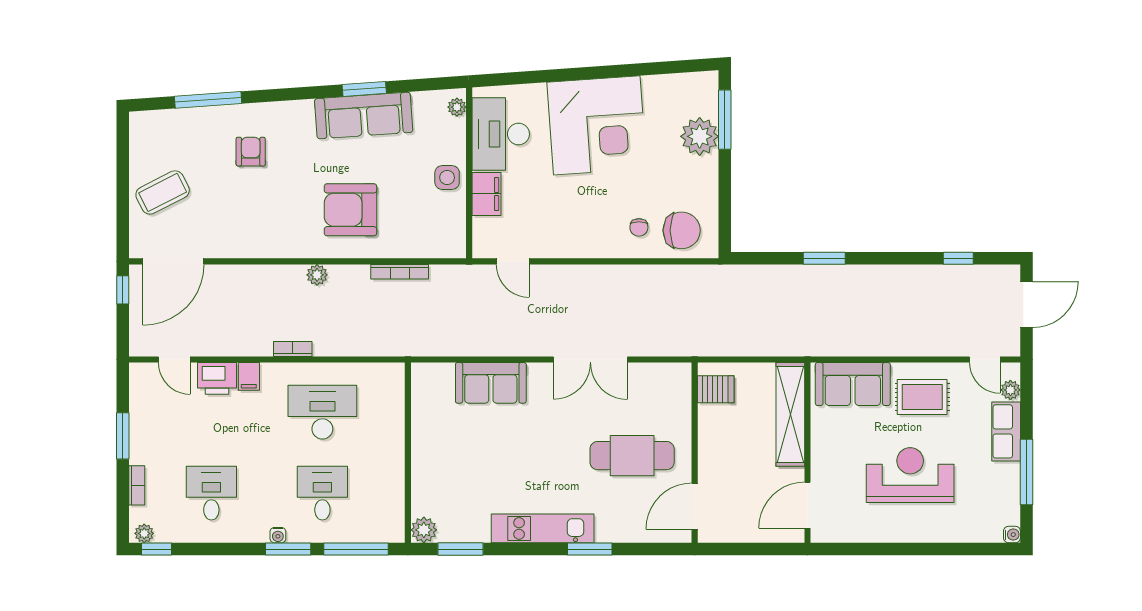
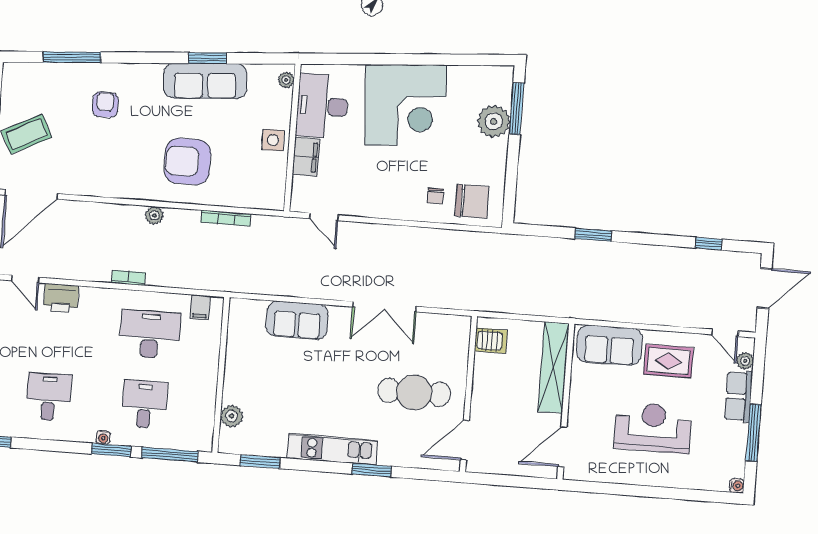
filing cabinet: (249, 376) -> (200, 307), moved
plant: (424, 530) -> (232, 416), moved

